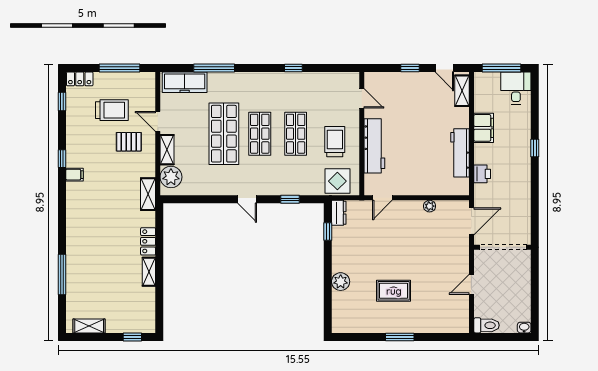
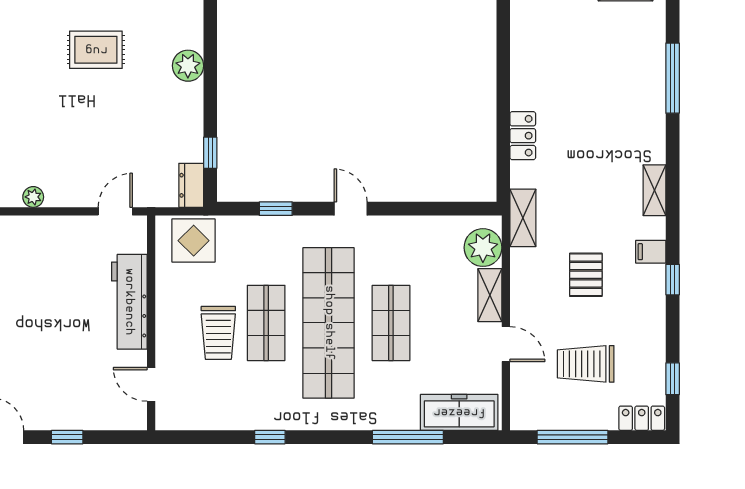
shop shelf: (224, 134) -> (391, 323), width x0.70, depth x0.74
shop shelf: (260, 134) -> (329, 323), width x2.00, depth x1.36
pallet: (129, 142) -> (586, 275), moved, turned 90
trolley: (335, 142) -> (218, 333), moved
shelving: (149, 272) -> (654, 190), moved

